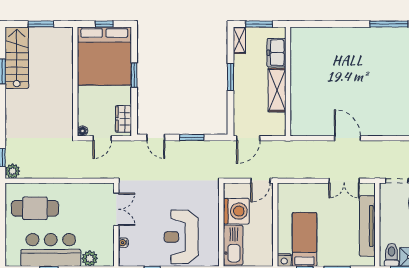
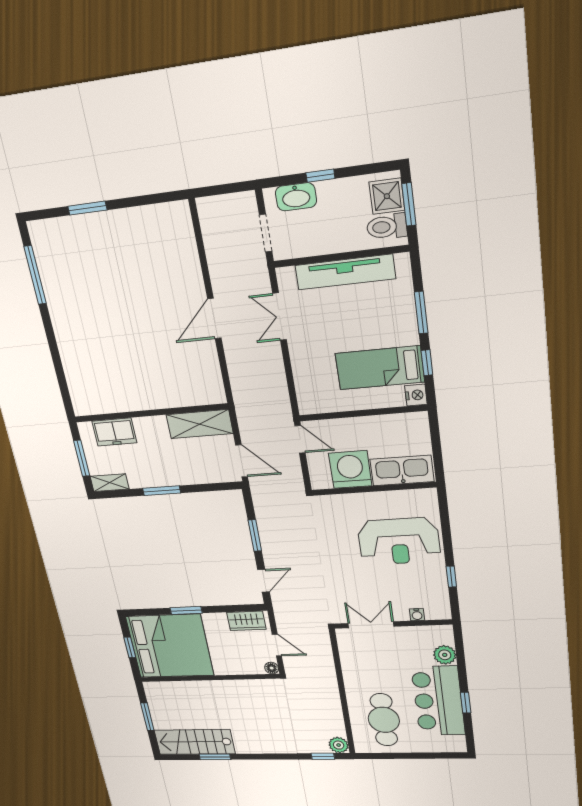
shelving: (277, 90) -> (200, 424), moved
double door: (344, 181) -> (280, 317), swing flipped

